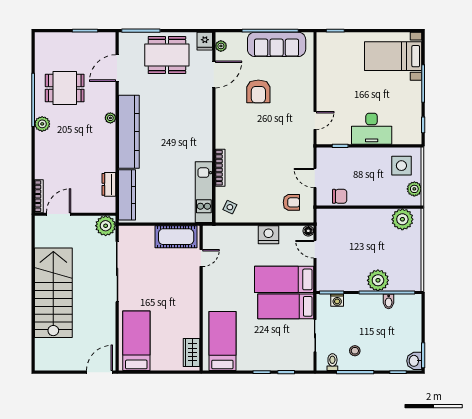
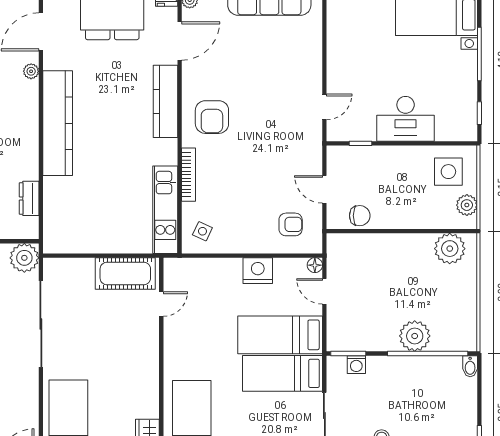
armchair: (258, 91) -> (212, 117), moved
plant: (110, 118) -> (31, 71), moved
kitchen counter: (127, 195) -> (165, 101), moved, turned 180
bidet: (389, 301) -> (470, 366), moved

